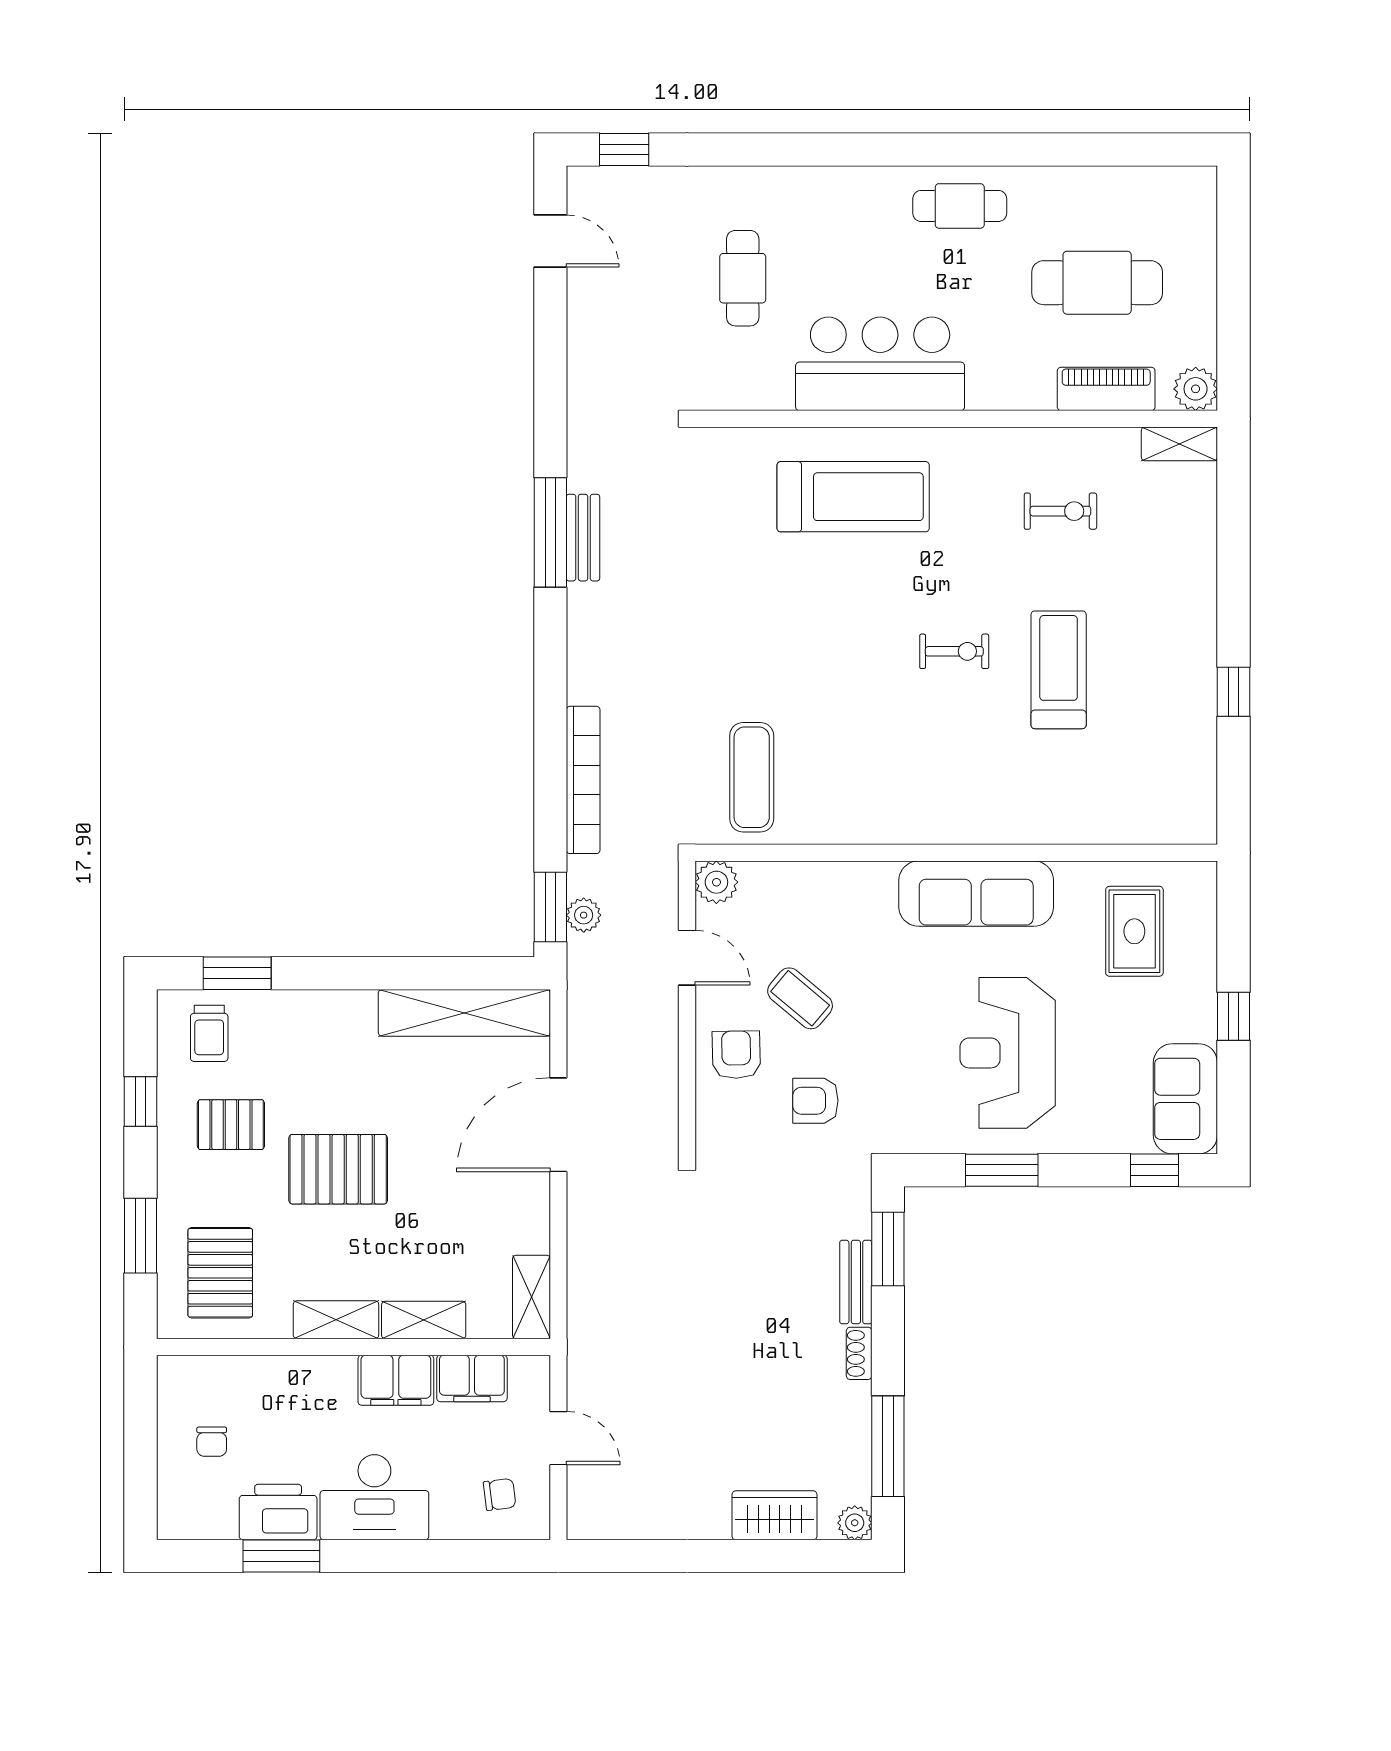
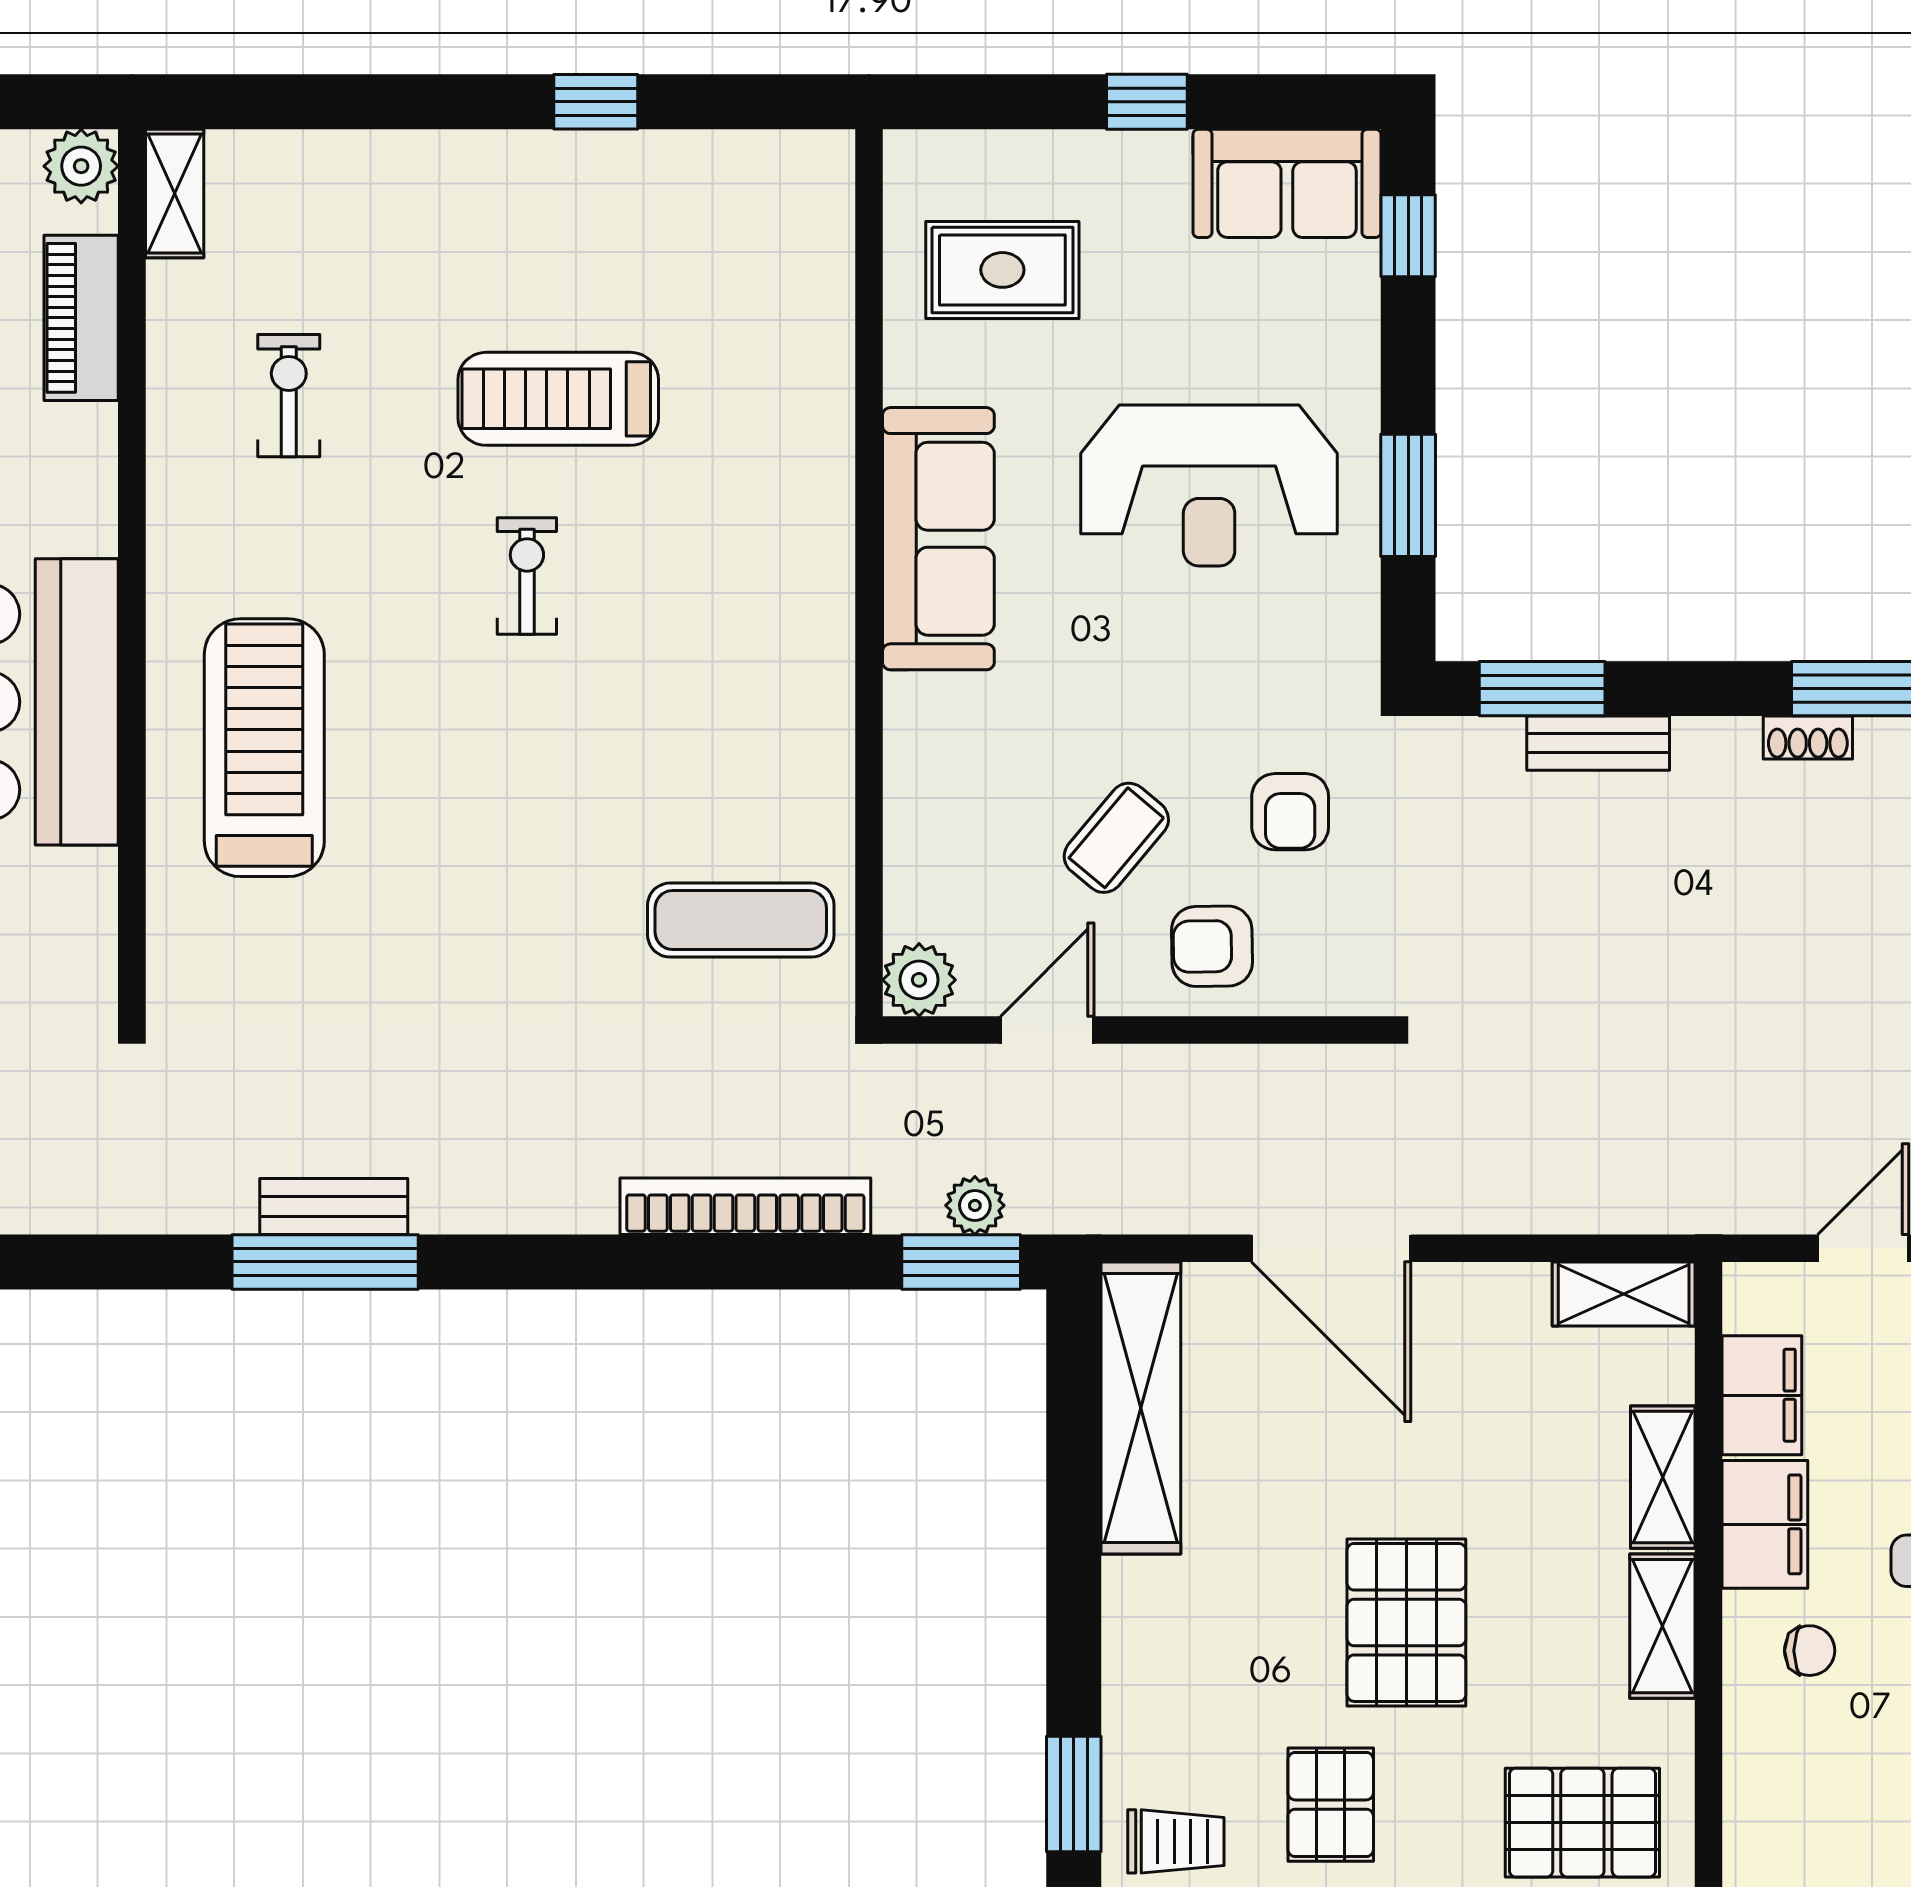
shoe rack: (859, 1353) -> (1808, 738), moved
chair: (212, 1442) -> (1810, 1651), moved

